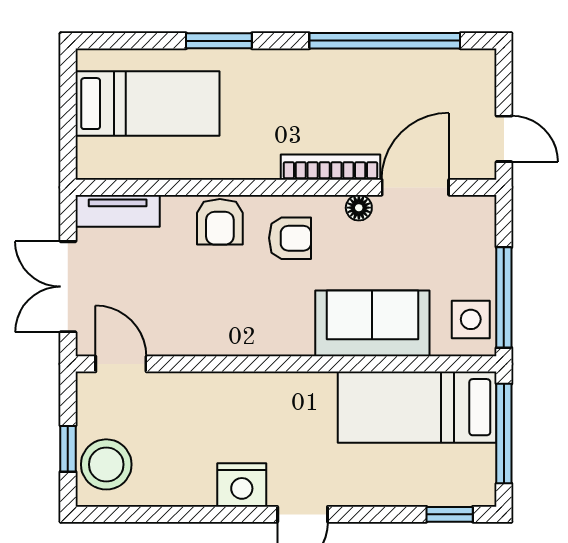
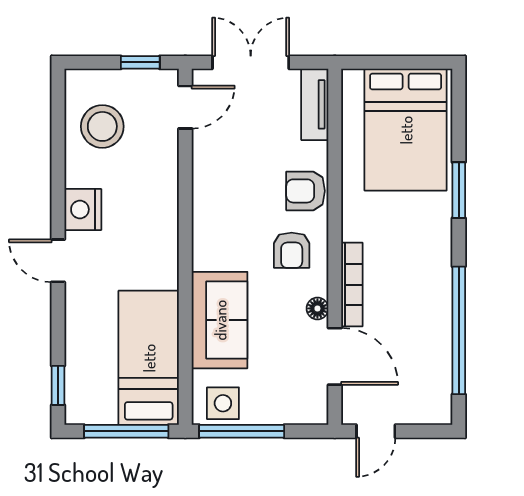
bed: (147, 104) -> (406, 130), width x1.50
window: (68, 449) -> (140, 62), moved
stool: (106, 464) -> (102, 126), moved

